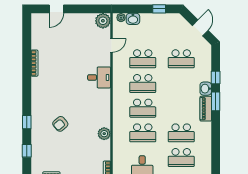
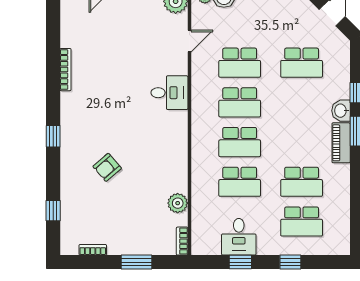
window: (27, 122) -> (53, 136), moved
plant: (104, 134) -> (178, 203), moved

